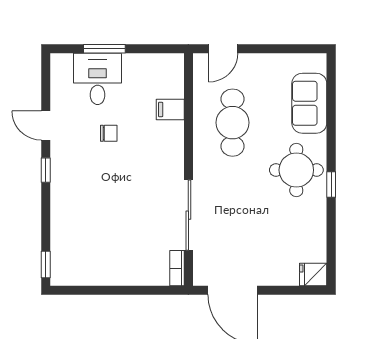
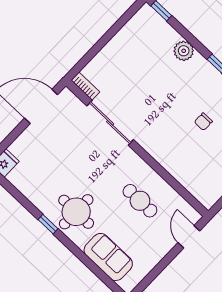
filing cabinet: (170, 109) -> (183, 171), removed
cafe table: (233, 123) -> (140, 201), width x0.73, depth x0.74
plant: (62, 211) -> (184, 51), added

